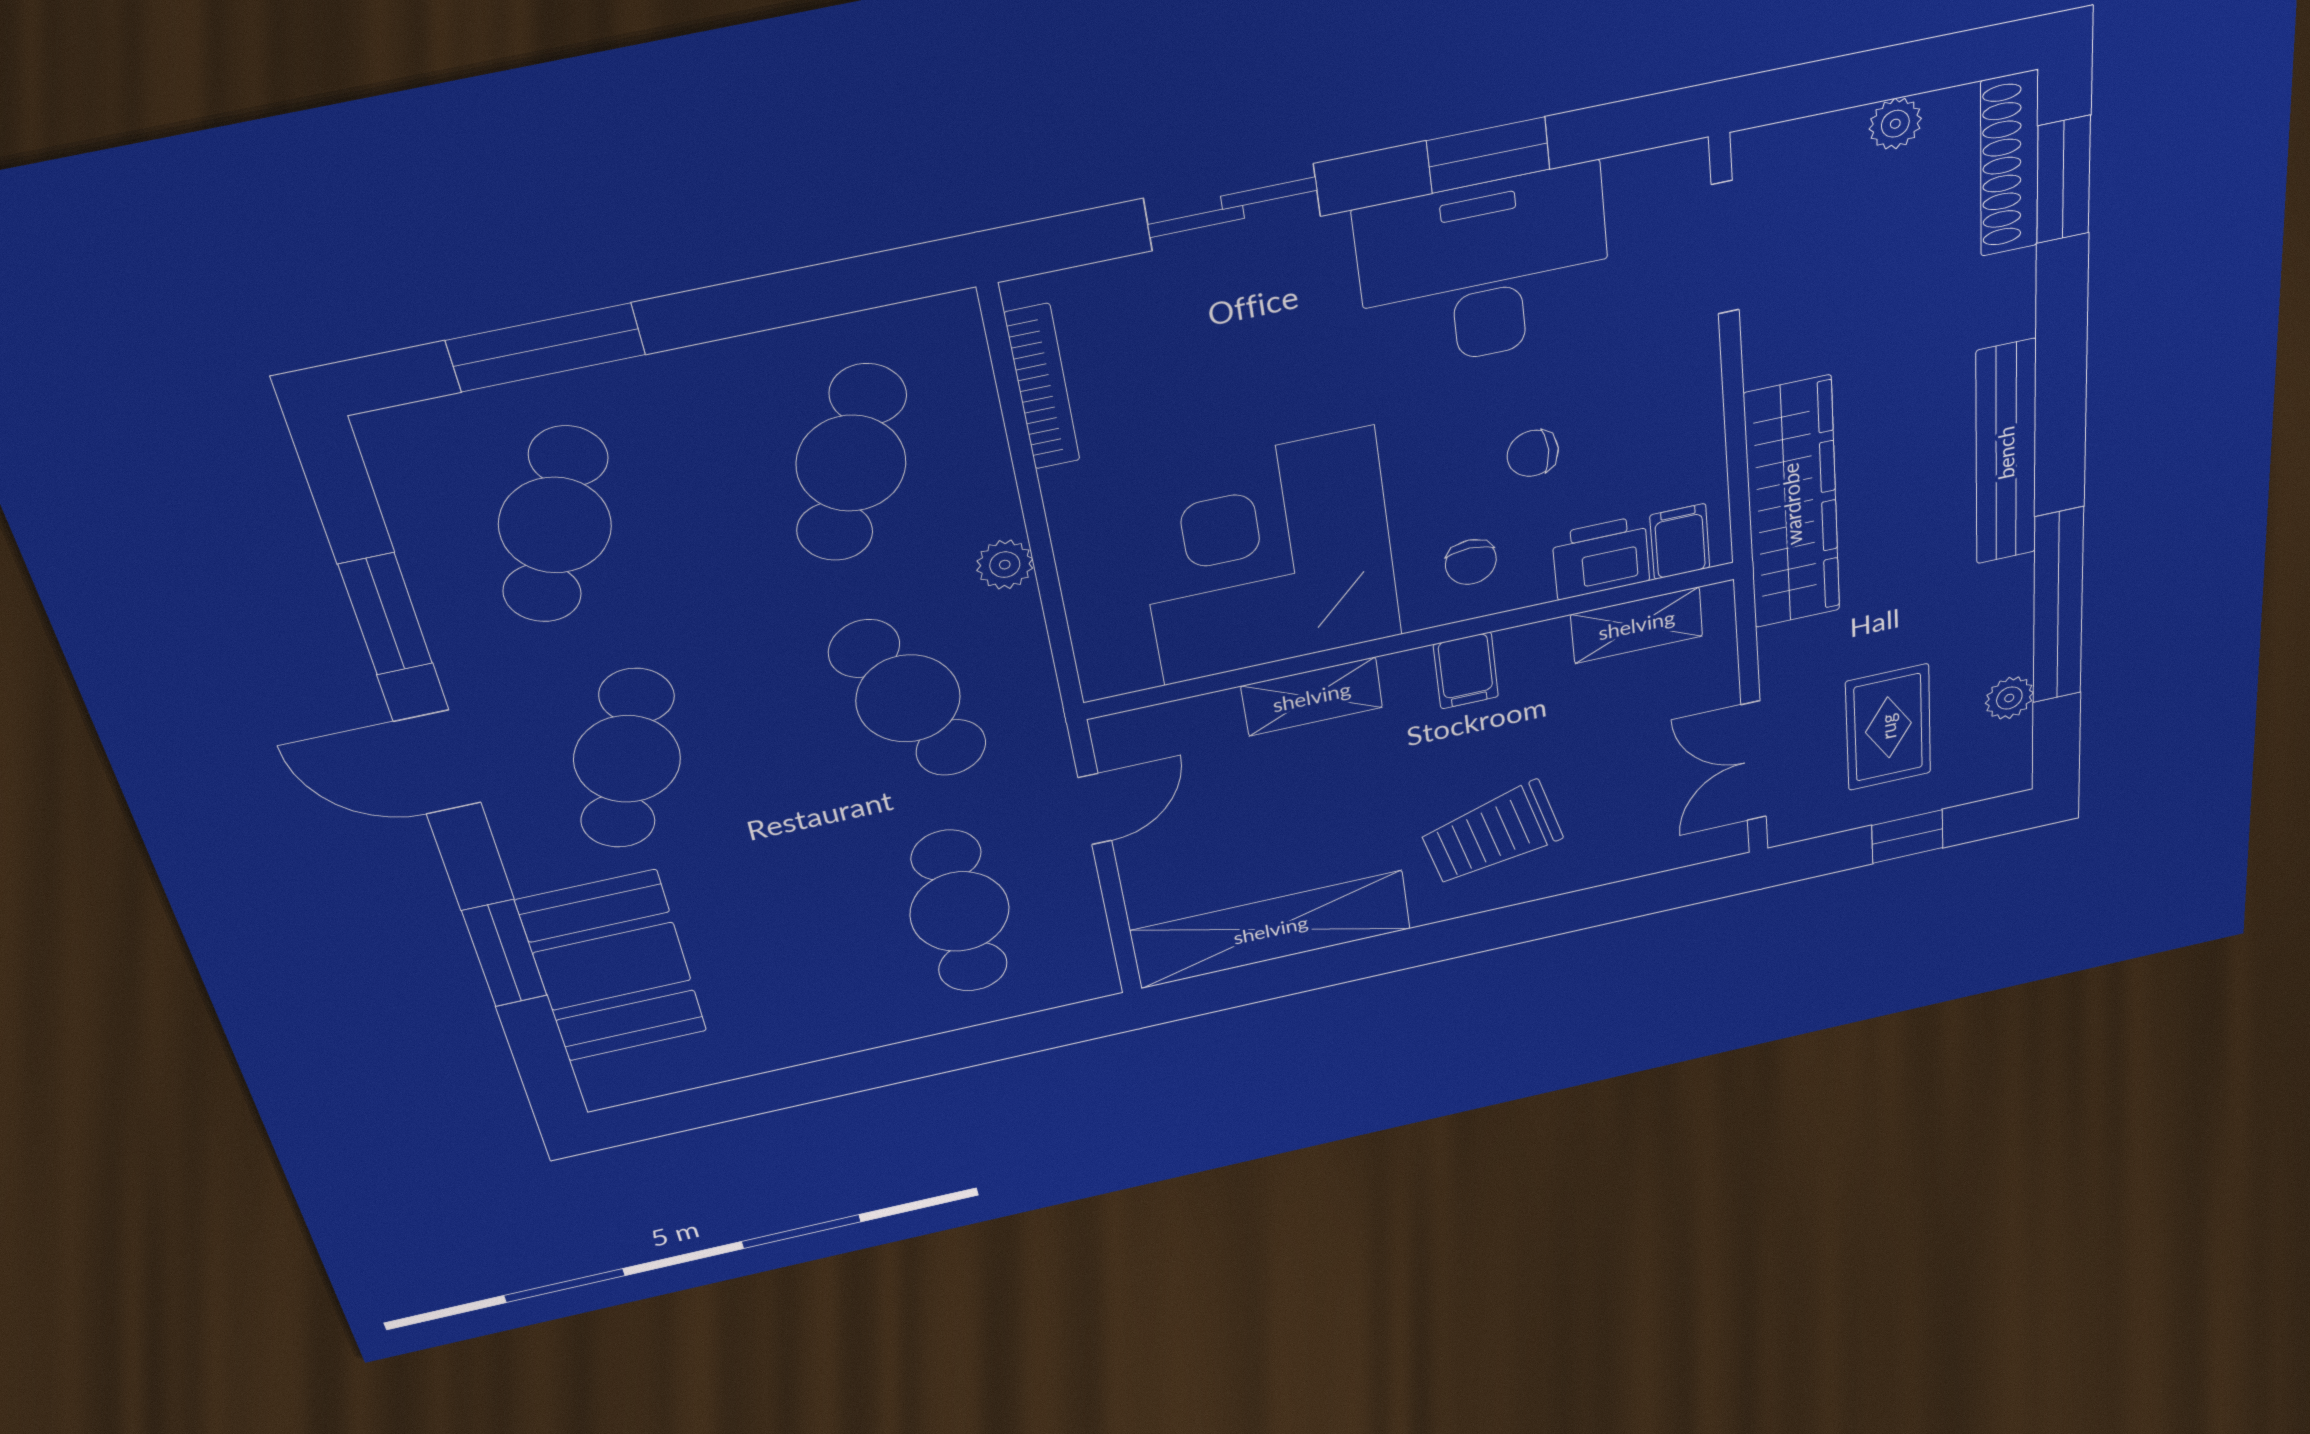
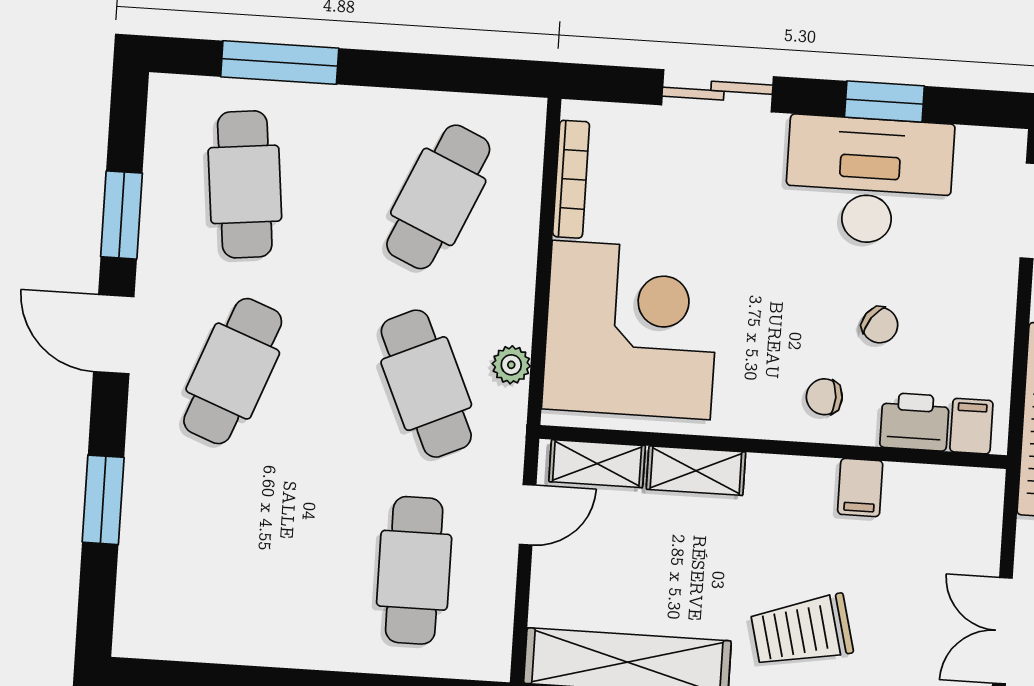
chair: (1533, 453) -> (880, 325), turned -144
cafe table: (555, 525) -> (245, 184), turned -30
corner desk: (1267, 558) -> (631, 330), moved, turned 90
chair: (1471, 562) -> (824, 397), turned 90
plant: (1005, 565) -> (511, 365), moved
shelving: (1637, 625) -> (597, 464), moved
filing cabinet: (1466, 671) -> (860, 487), moved
booth: (612, 966) -> (169, 536), removed

